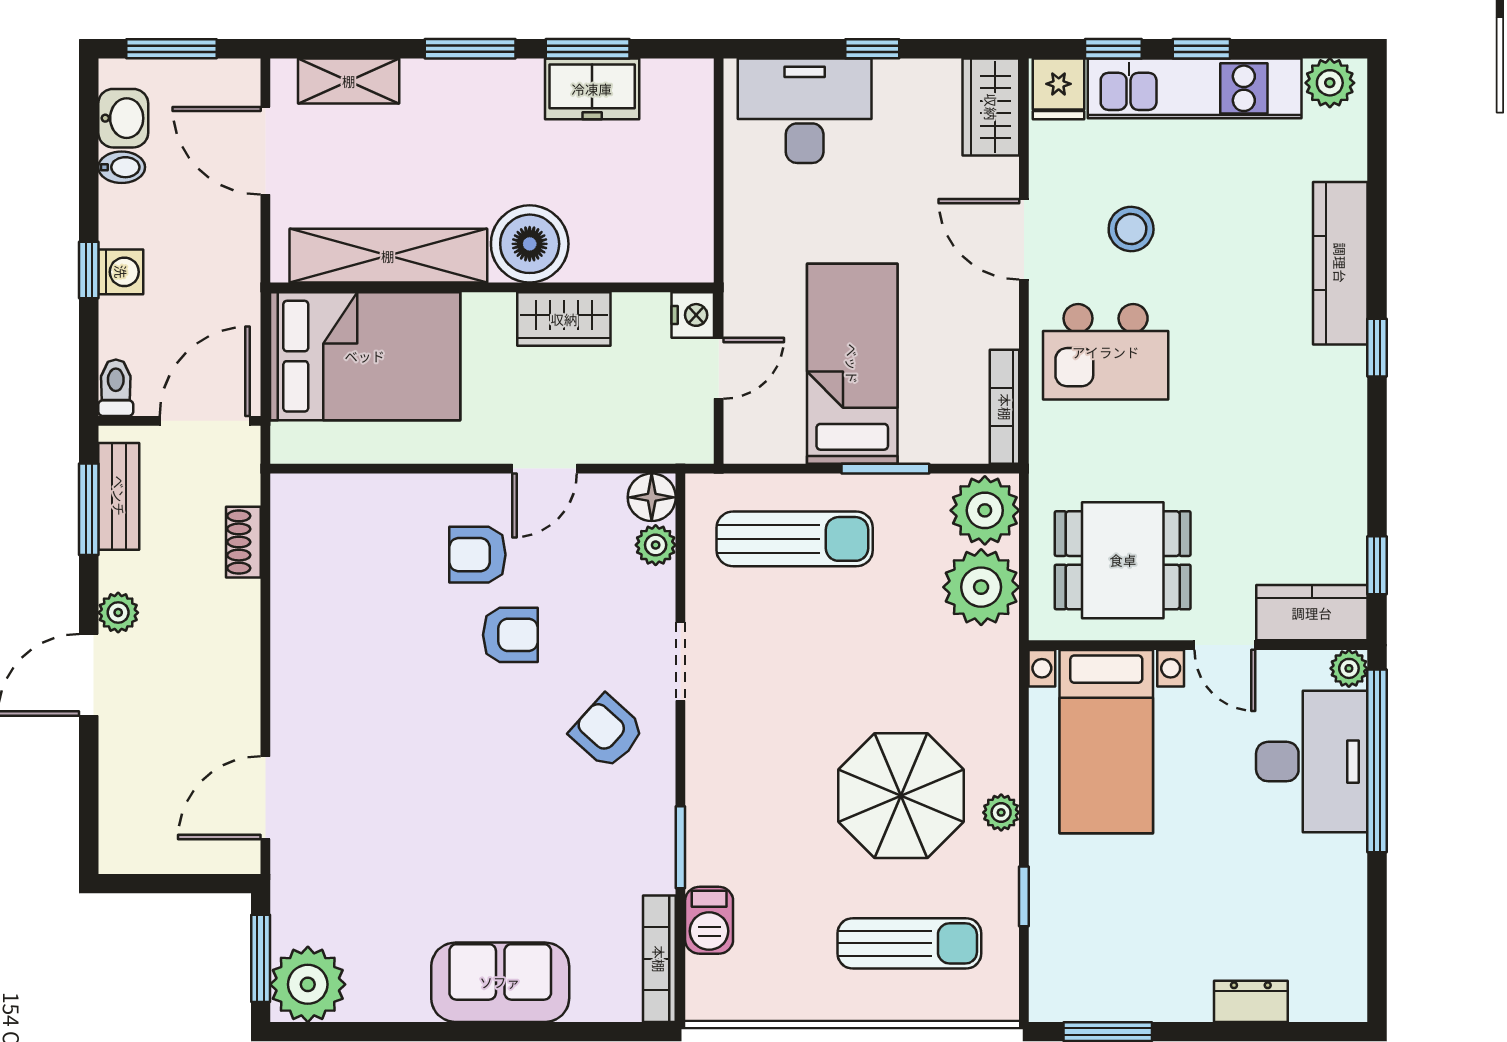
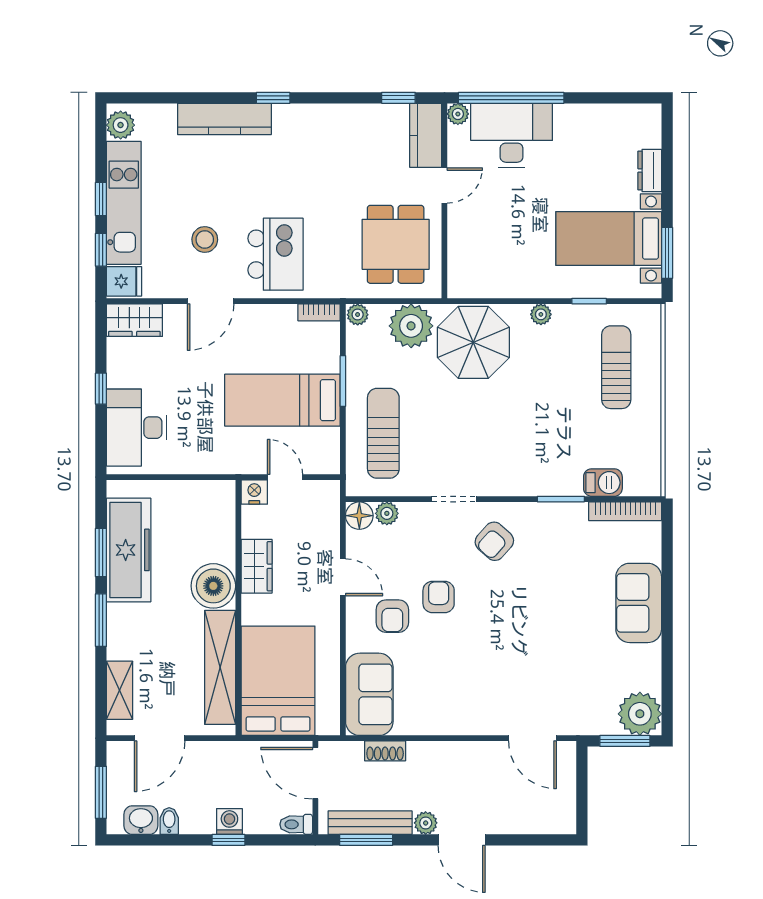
freezer: (592, 89) -> (129, 550), width x1.91, depth x1.26
bookcase: (1005, 407) -> (319, 312), width x0.64
bench: (119, 496) -> (370, 823), width x1.36
plant: (985, 510) -> (358, 315), width x0.53, depth x0.53
sofa: (342, 515) -> (369, 694), added
bed with nightstands: (1106, 742) -> (609, 239), moved, turned 180
parasol: (901, 796) -> (473, 342), moved

